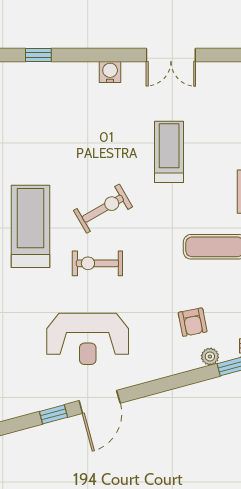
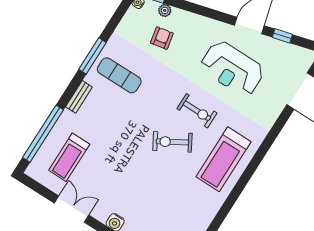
treadmill: (169, 152) -> (69, 157), moved
reception desk: (88, 339) -> (232, 69), turned 180

